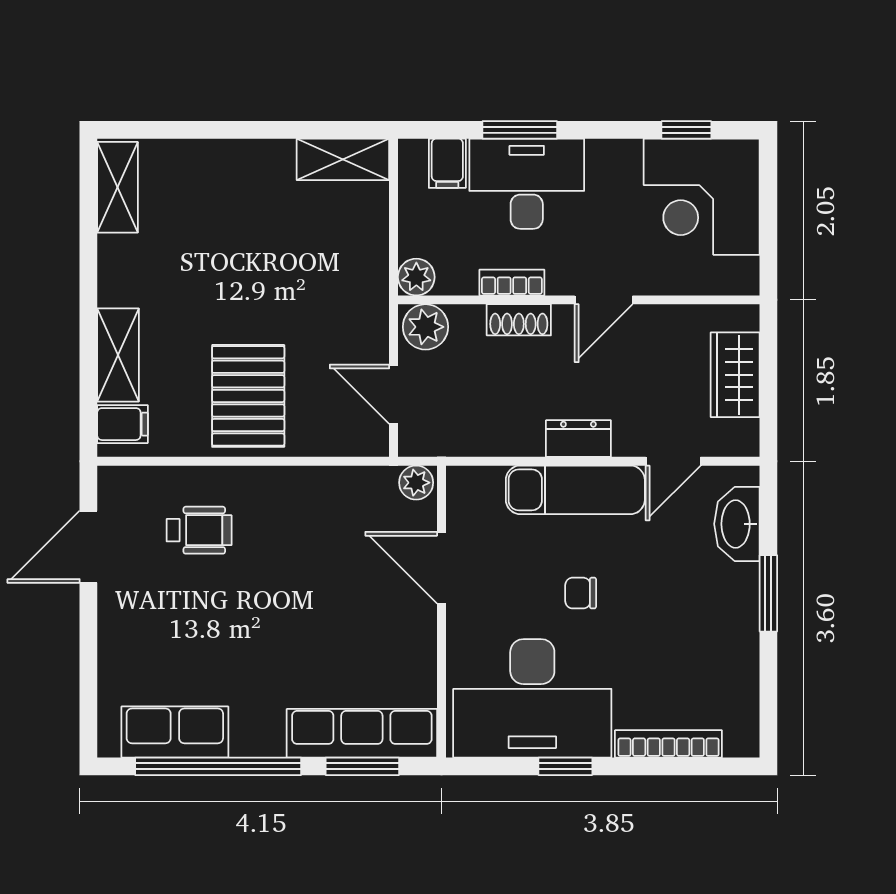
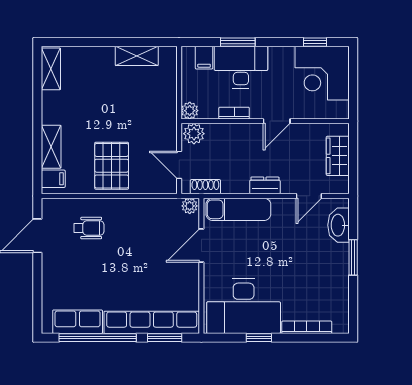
shelving: (343, 159) -> (137, 56), moved
shoe rack: (519, 320) -> (205, 187), moved, turned 180
exam couch: (575, 490) -> (238, 209), moved
door: (441, 568) -> (201, 245), hinge flipped
chair: (581, 593) -> (266, 257), removed
row of seats: (362, 733) -> (152, 322), width x1.36

